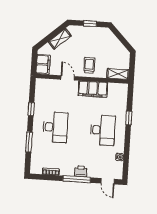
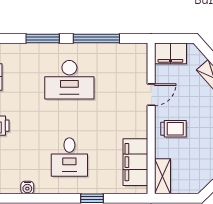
filing cabinet: (93, 89) -> (135, 162), moved
window: (31, 109) -> (96, 38), width x2.17
desk: (103, 130) -> (69, 157), width x0.73

